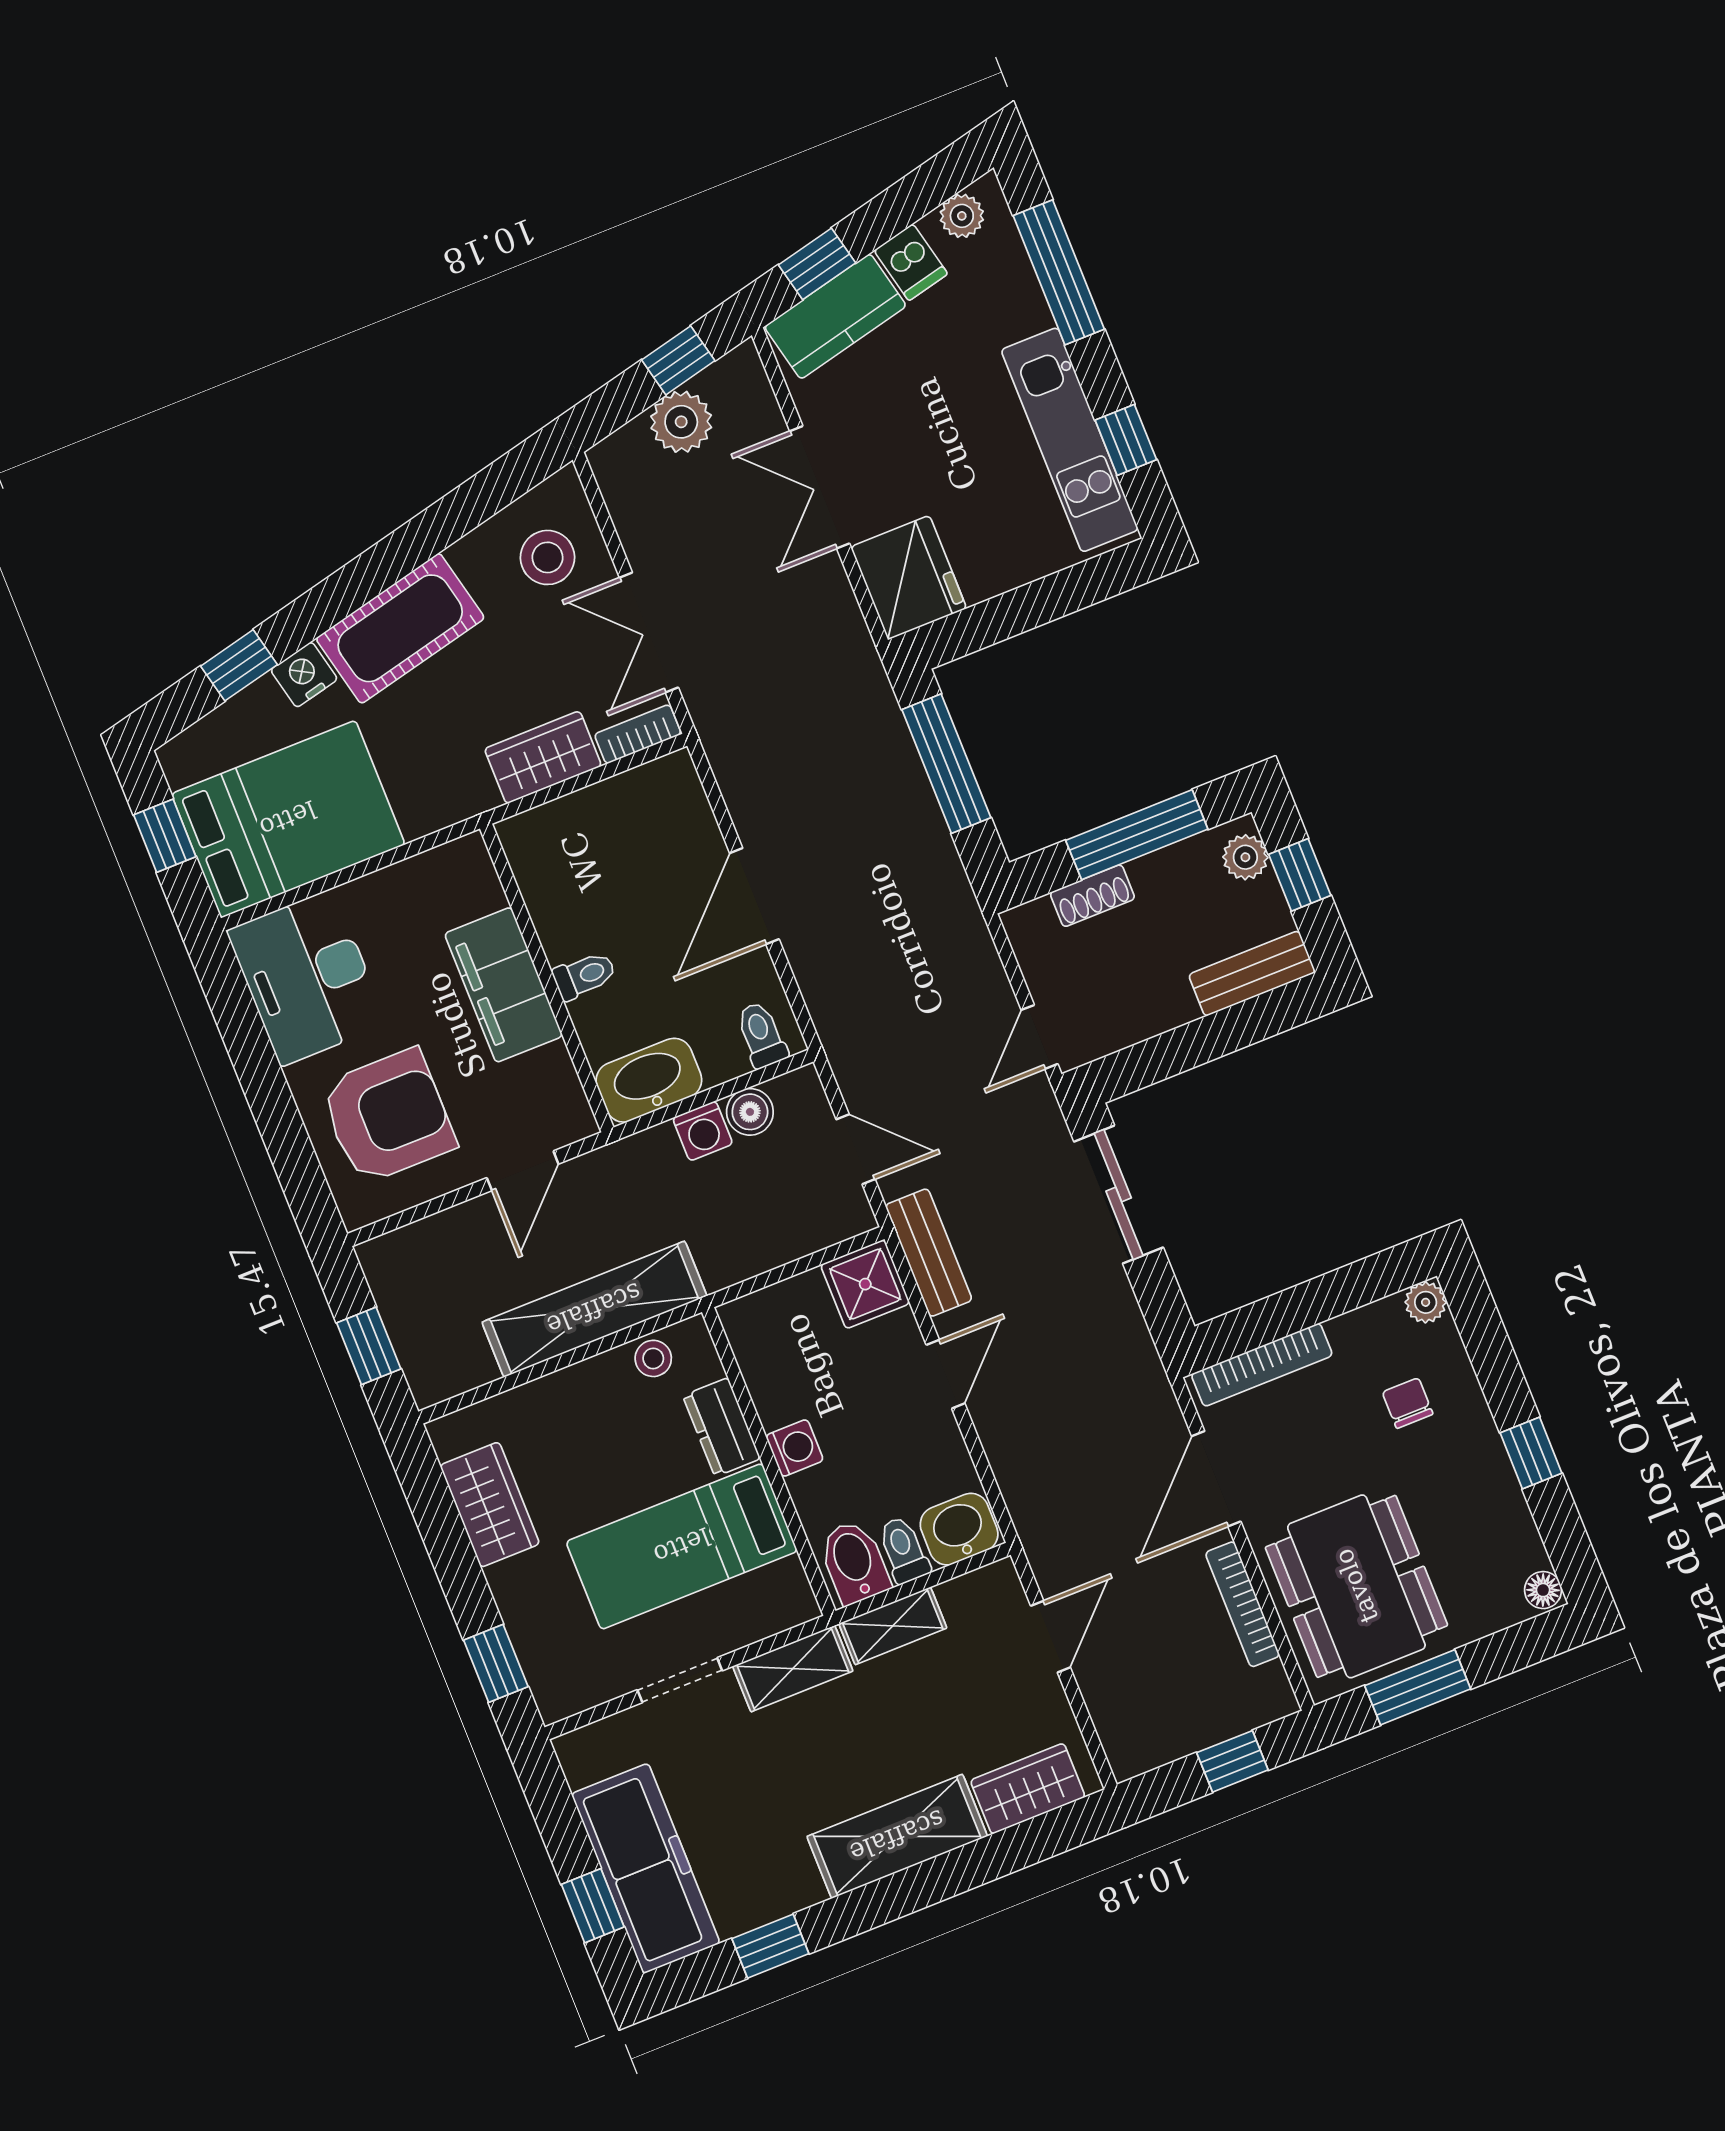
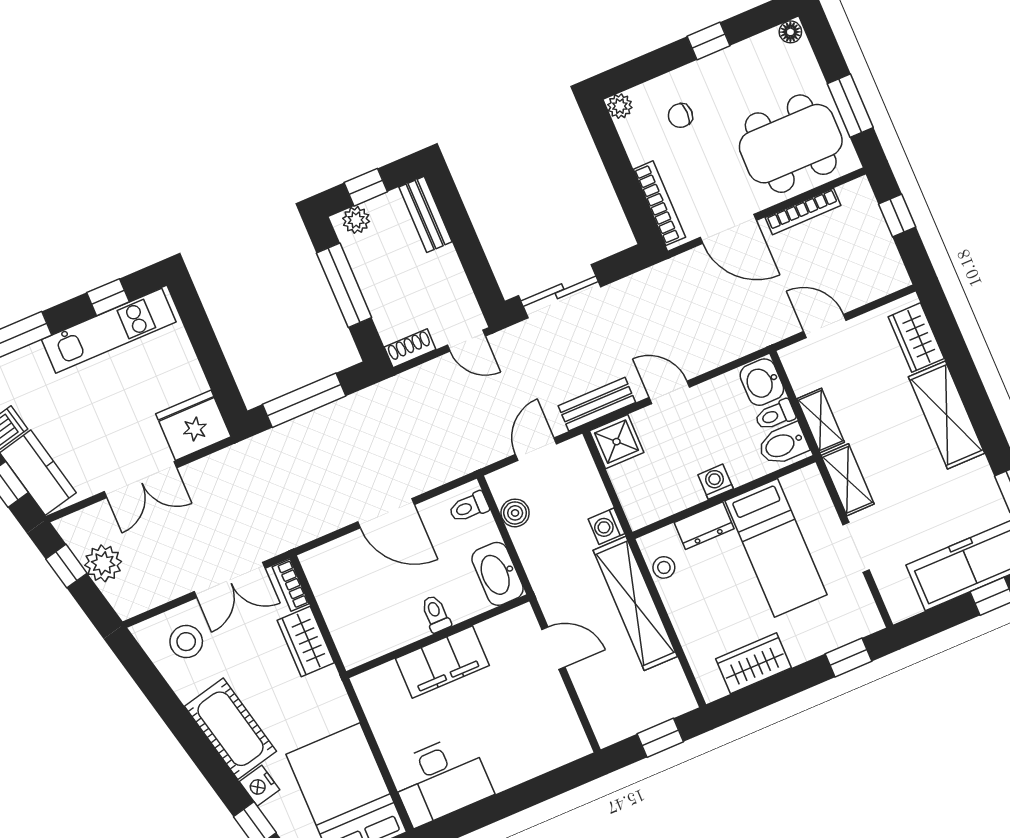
shoe rack: (1092, 896) -> (410, 348), moved, turned -90
armchair: (388, 1116) -> (523, 730), removed
washing machine: (703, 1131) -> (607, 526), moved, turned 180

